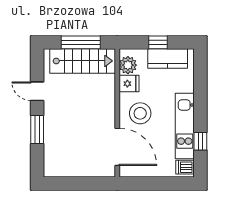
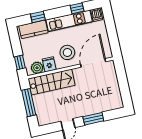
window: (158, 42) -> (20, 62), moved
kitchen counter: (168, 59) -> (33, 29), moved, turned 90
stairs: (83, 61) -> (52, 82), moved, turned 90
window: (200, 82) -> (38, 17), added

